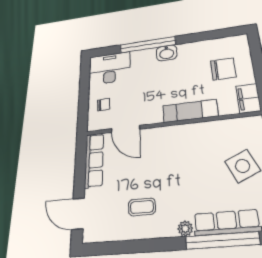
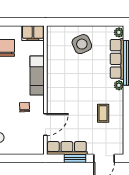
chair: (104, 105) -> (25, 107), moved
window: (80, 172) -> (75, 158), added

